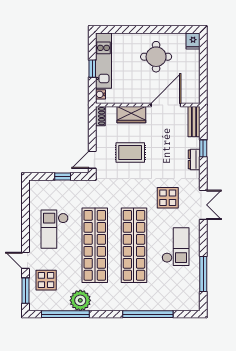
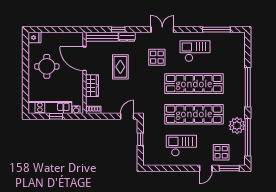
bench: (194, 122) -> (102, 37), width x1.36
rug: (130, 152) -> (120, 67), moved
door: (92, 160) -> (127, 116), swing flipped
checkout: (55, 229) -> (181, 146), turned 180
window: (148, 314) -> (248, 87), moved

